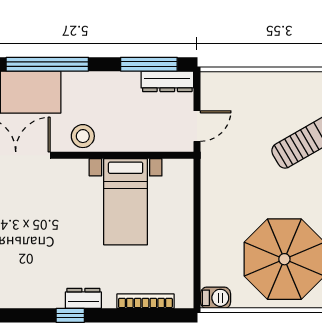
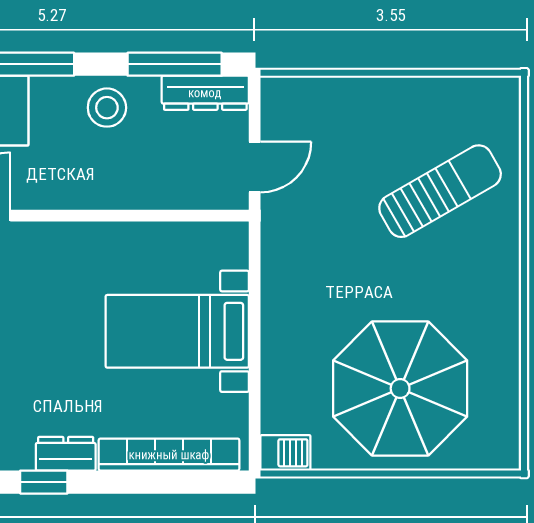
stool: (83, 136) -> (107, 108), moved
bed with nightstands: (126, 202) -> (177, 331), moved, turned 90
bookcase: (145, 301) -> (169, 455), width x1.48, depth x1.31

